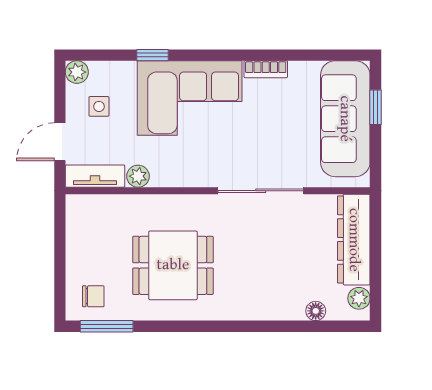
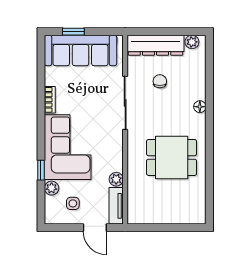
plant: (77, 72) -> (52, 188), moved
dining table: (173, 265) -> (172, 157), turned 90
chair: (93, 296) -> (160, 81), moved
floor lamp: (316, 311) -> (200, 107), moved
window: (107, 326) -> (209, 199), removed

